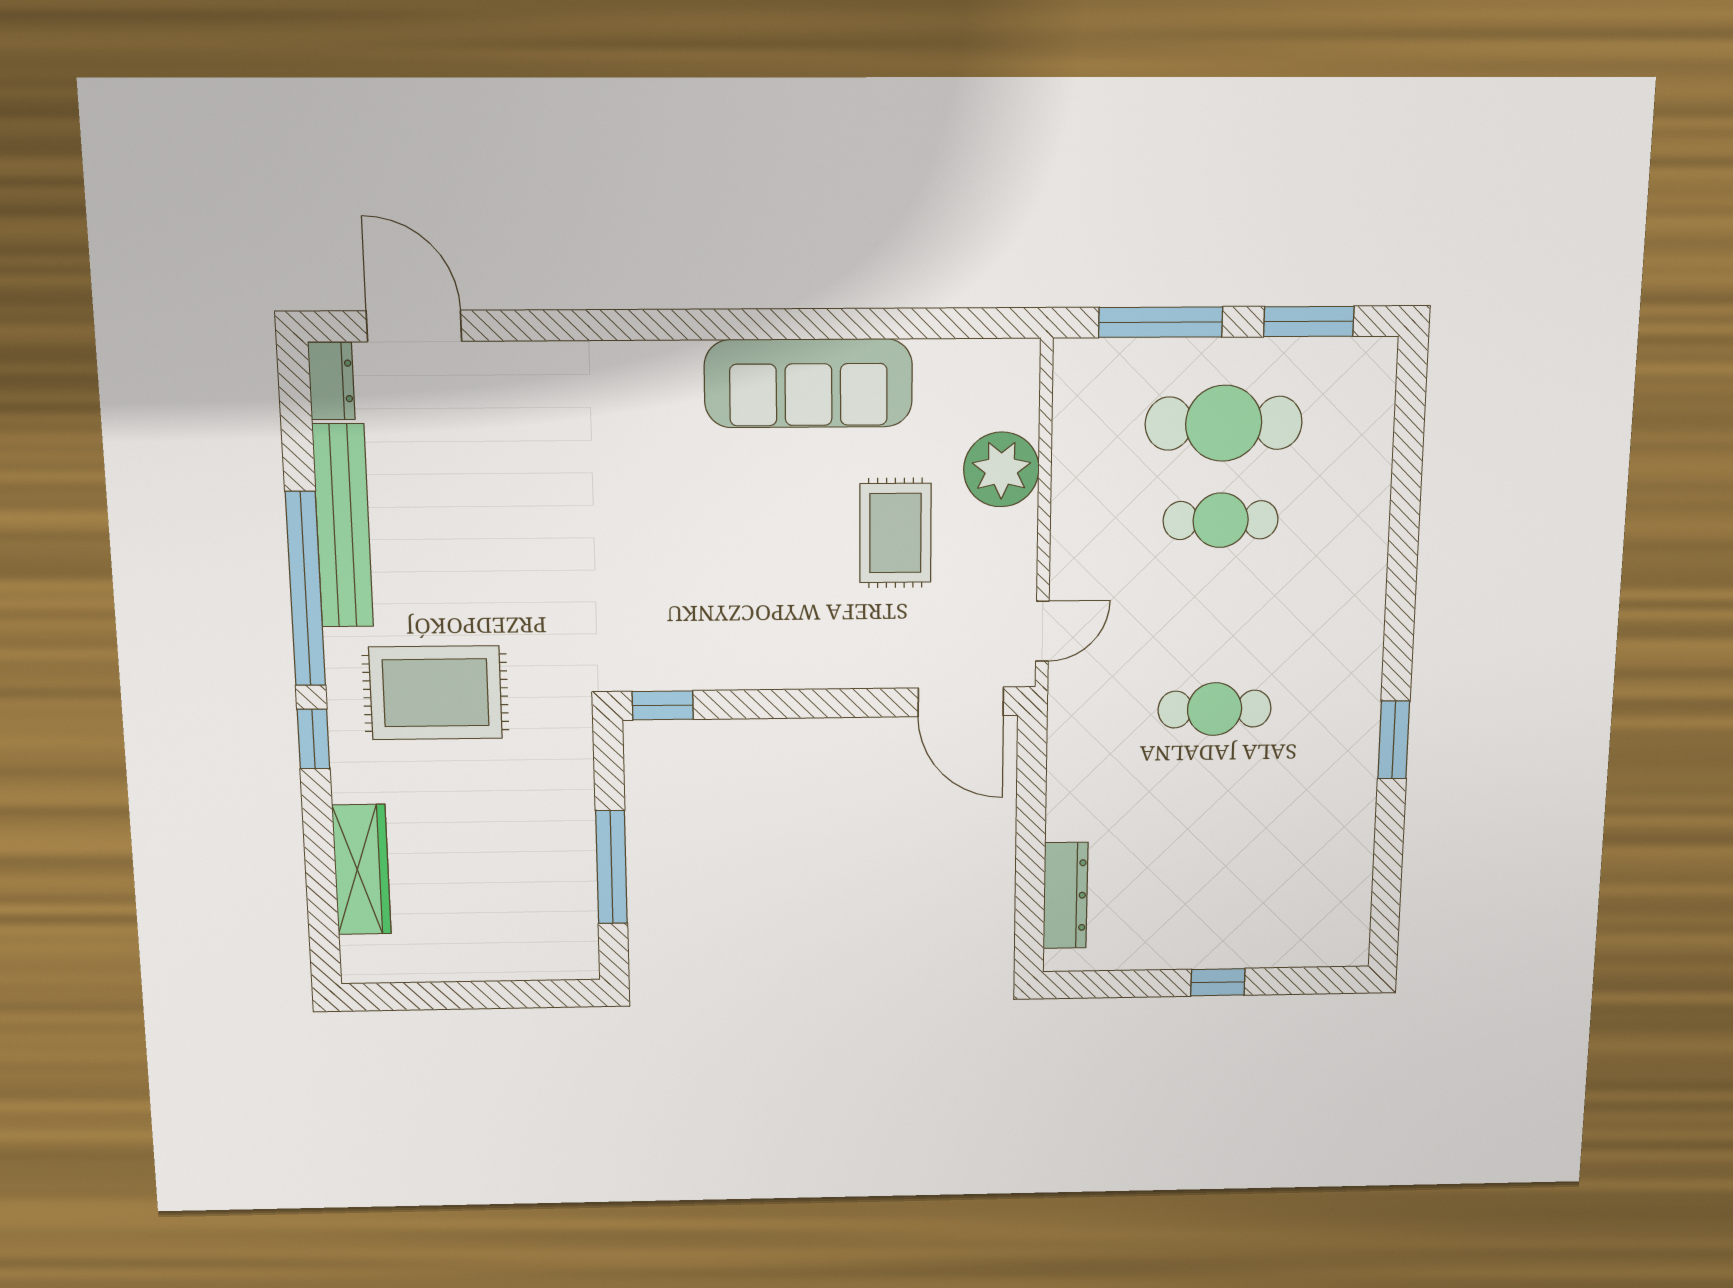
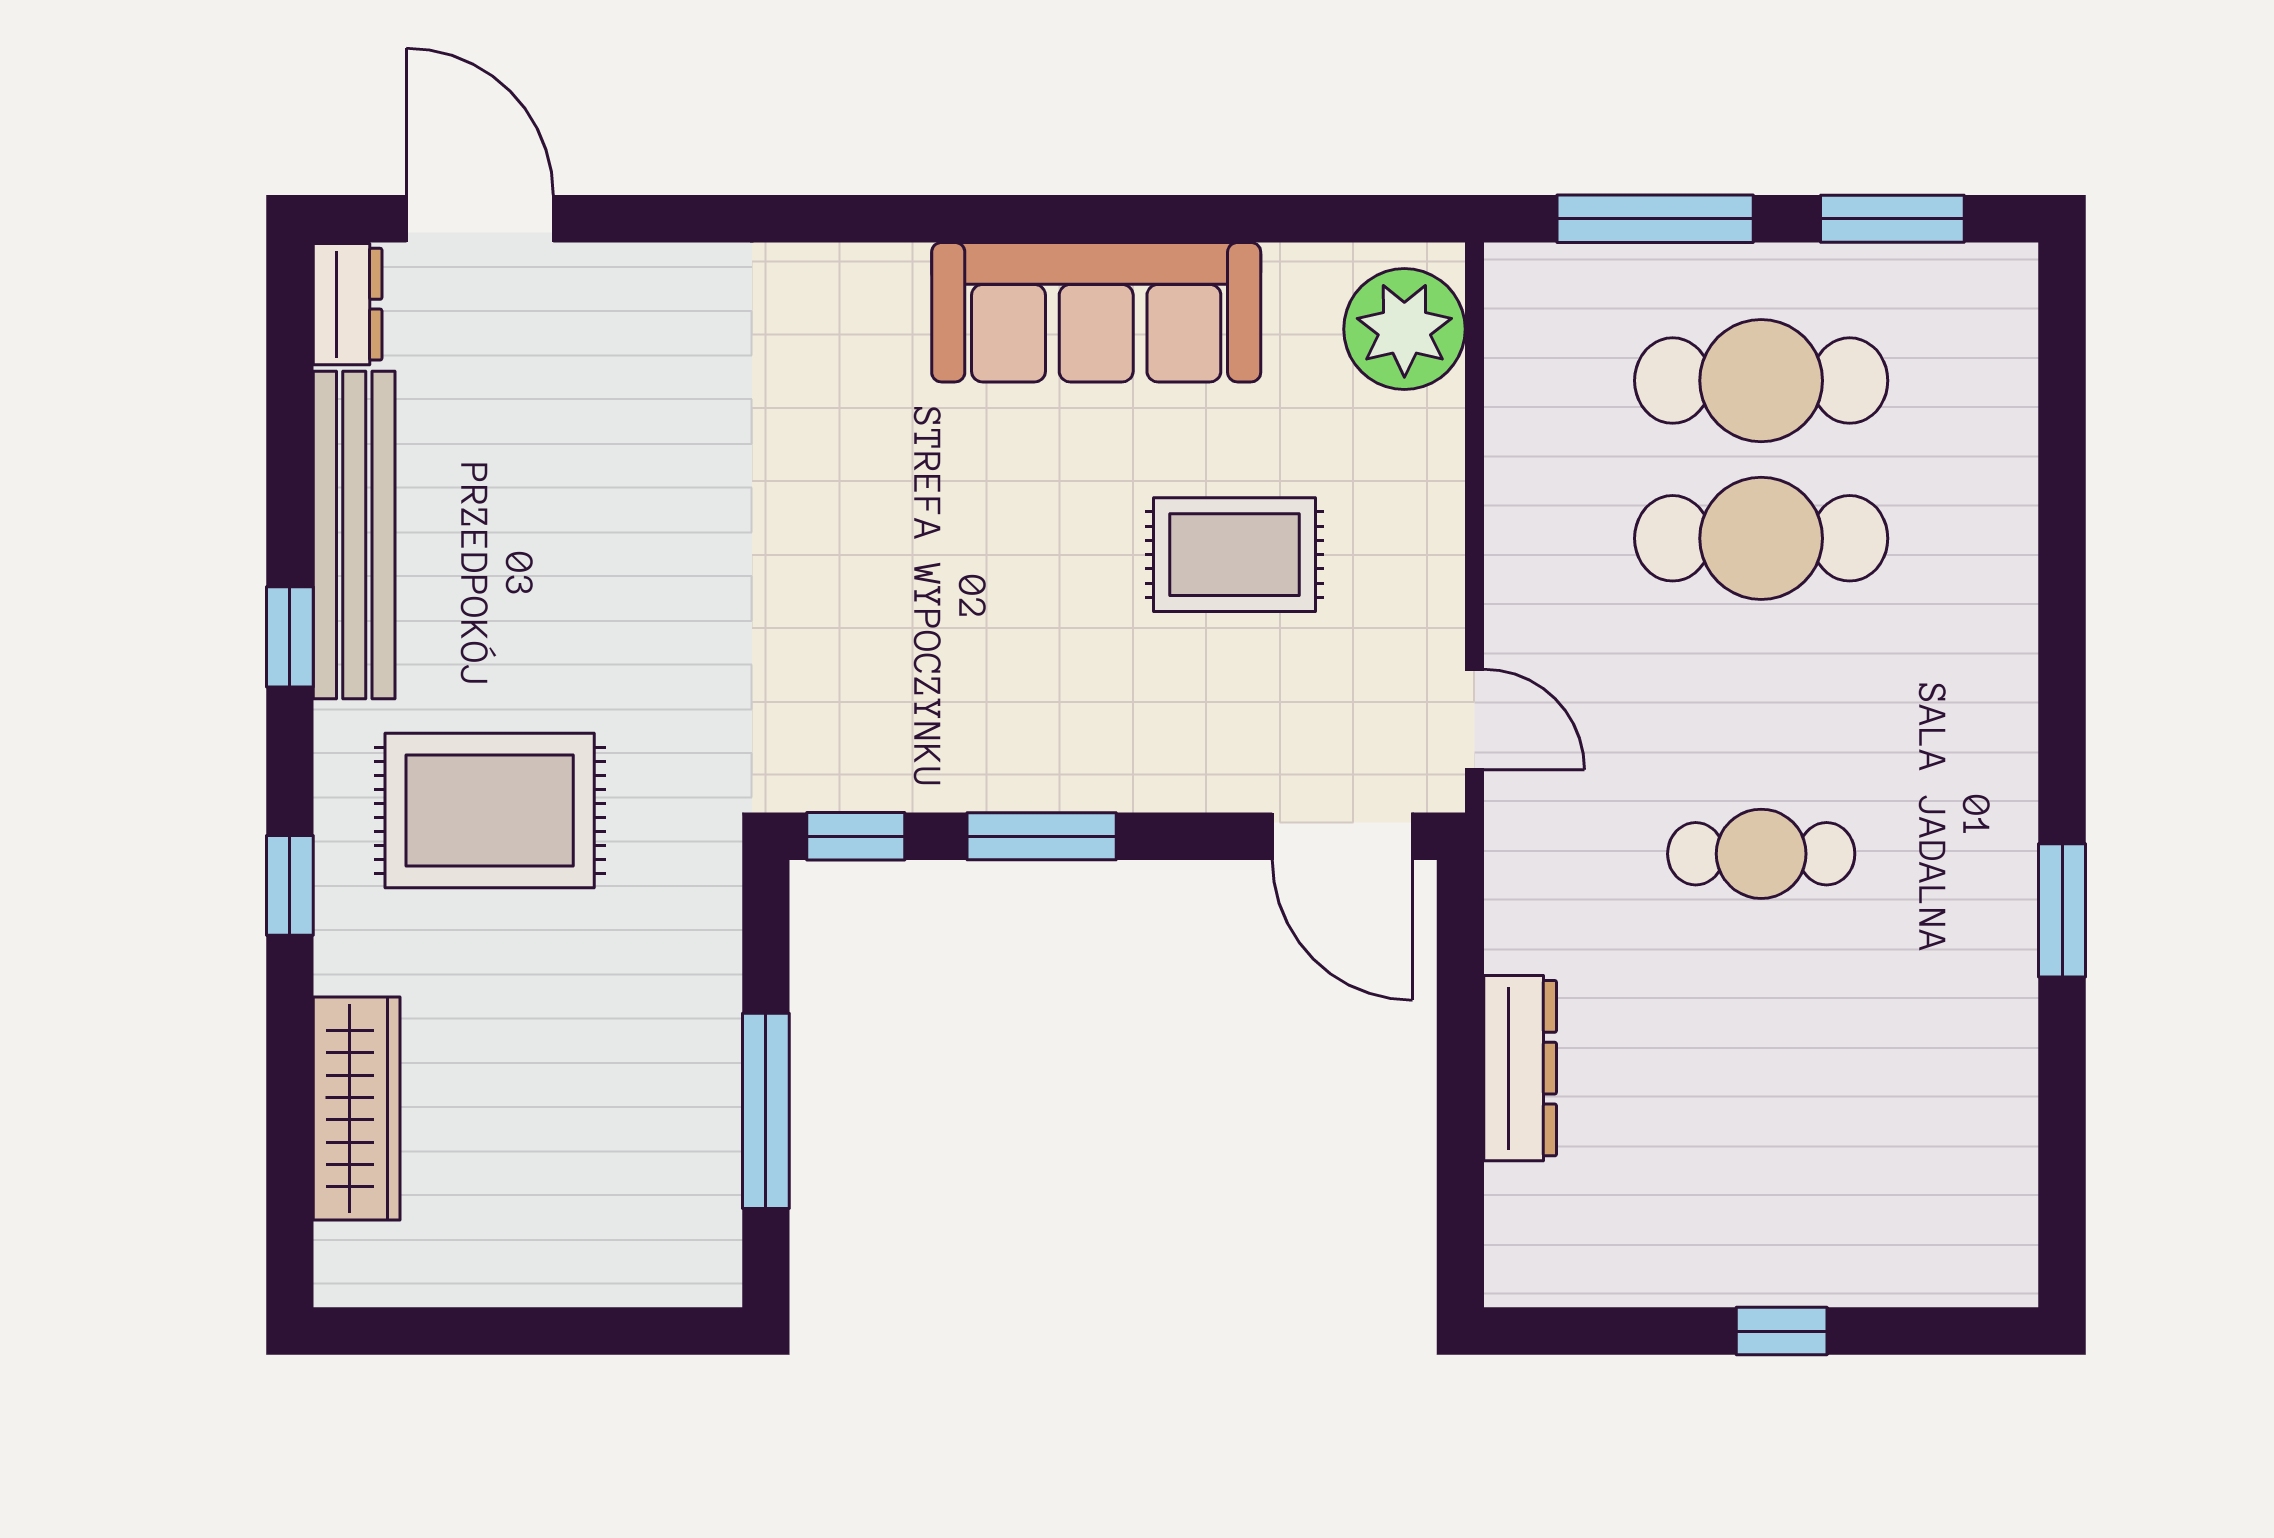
plant: (1001, 469) -> (1404, 329), moved
cafe table: (1221, 520) -> (1761, 538), width x1.37, depth x1.35
rug: (895, 533) -> (1235, 555), turned 90
window: (305, 589) -> (290, 637), width x0.32
door: (1042, 631) -> (1474, 719), hinge flipped
window: (777, 704) -> (1042, 836), added
dresser: (1065, 895) -> (1520, 1068), moved

